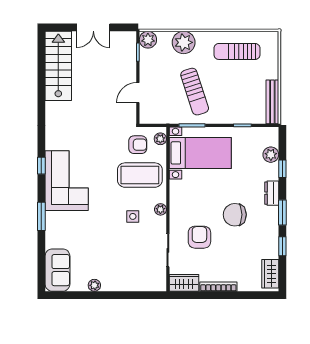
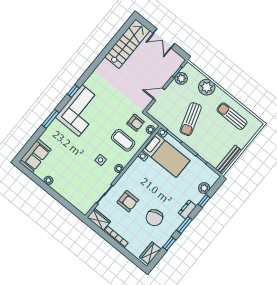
plant: (148, 40) -> (181, 78), moved
coffee table: (140, 175) -> (123, 140), width x0.73, depth x0.76
chair: (235, 215) -> (154, 218), moved, turned -109
armchair: (199, 237) -> (128, 201), turned 90

